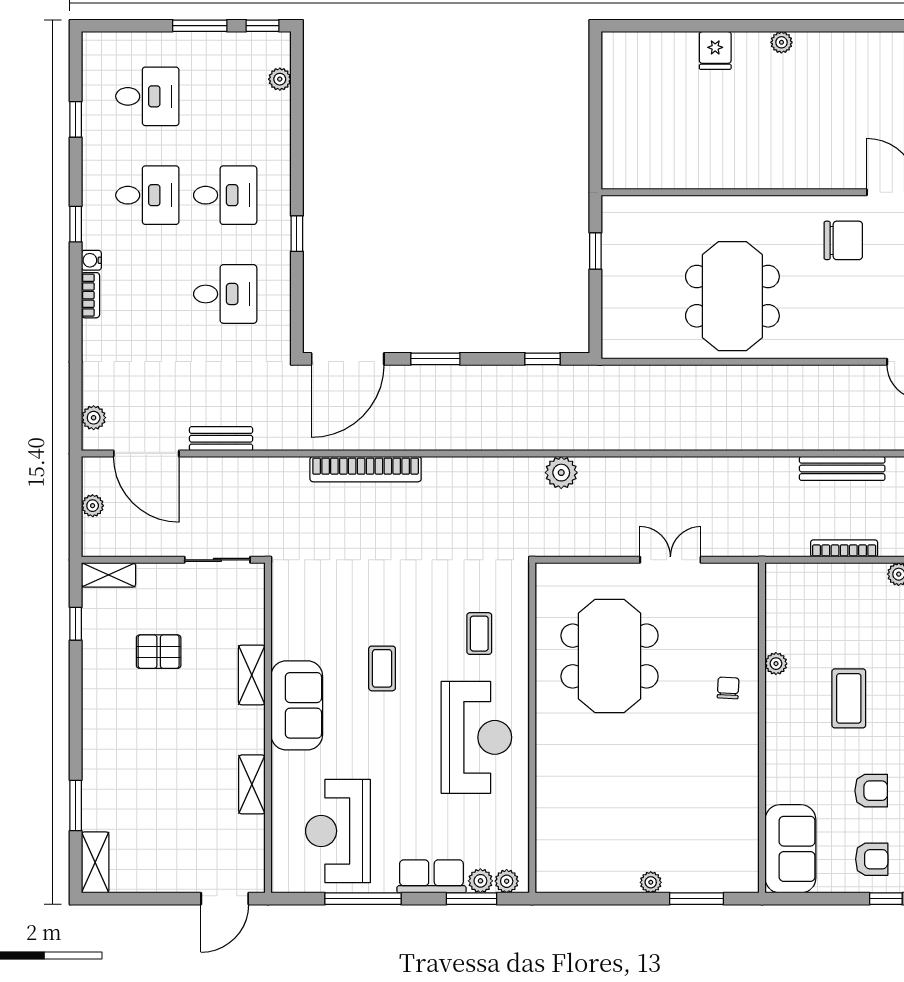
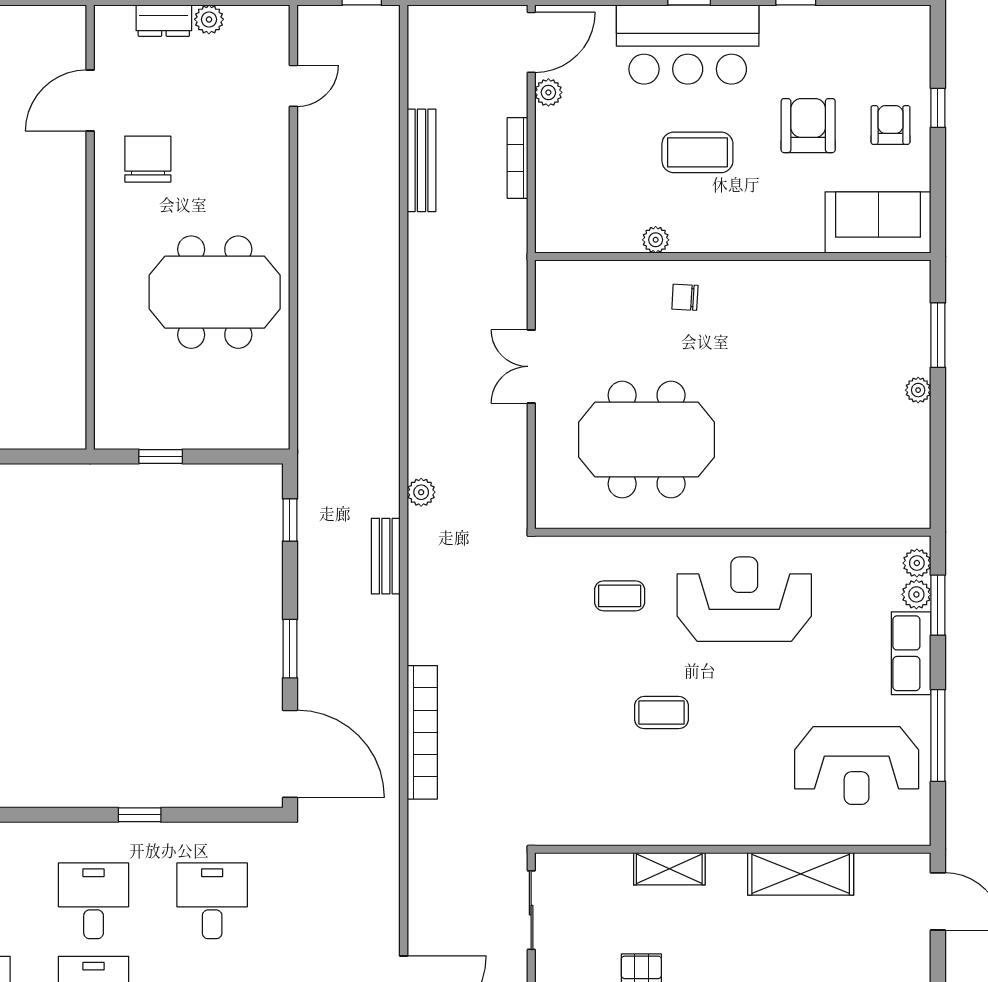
bench: (221, 439) -> (386, 556), moved
plant: (561, 473) -> (421, 492), width x0.73, depth x0.73
sofa: (297, 705) -> (706, 815), removed
shelving: (252, 784) -> (801, 874), width x1.50, depth x1.33
armchair: (871, 791) -> (808, 126), width x1.38, depth x1.38

